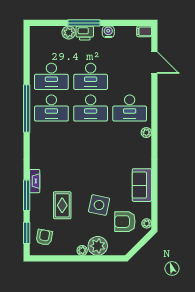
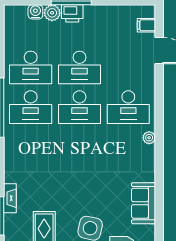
filing cabinet: (144, 31) -> (146, 25), moved
water cooler: (108, 32) -> (35, 12), moved

